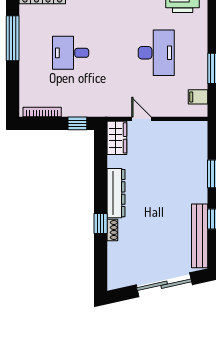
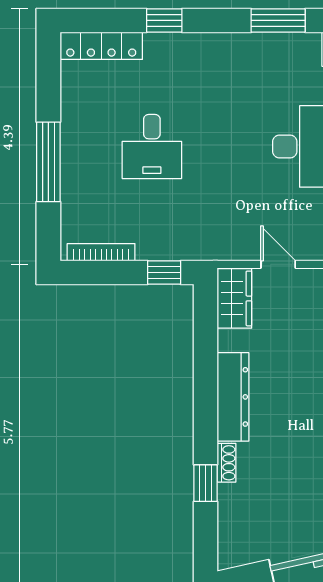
window: (13, 38) -> (48, 162), moved
desk: (71, 53) -> (152, 146), turned -90
window: (101, 223) -> (206, 483), moved

